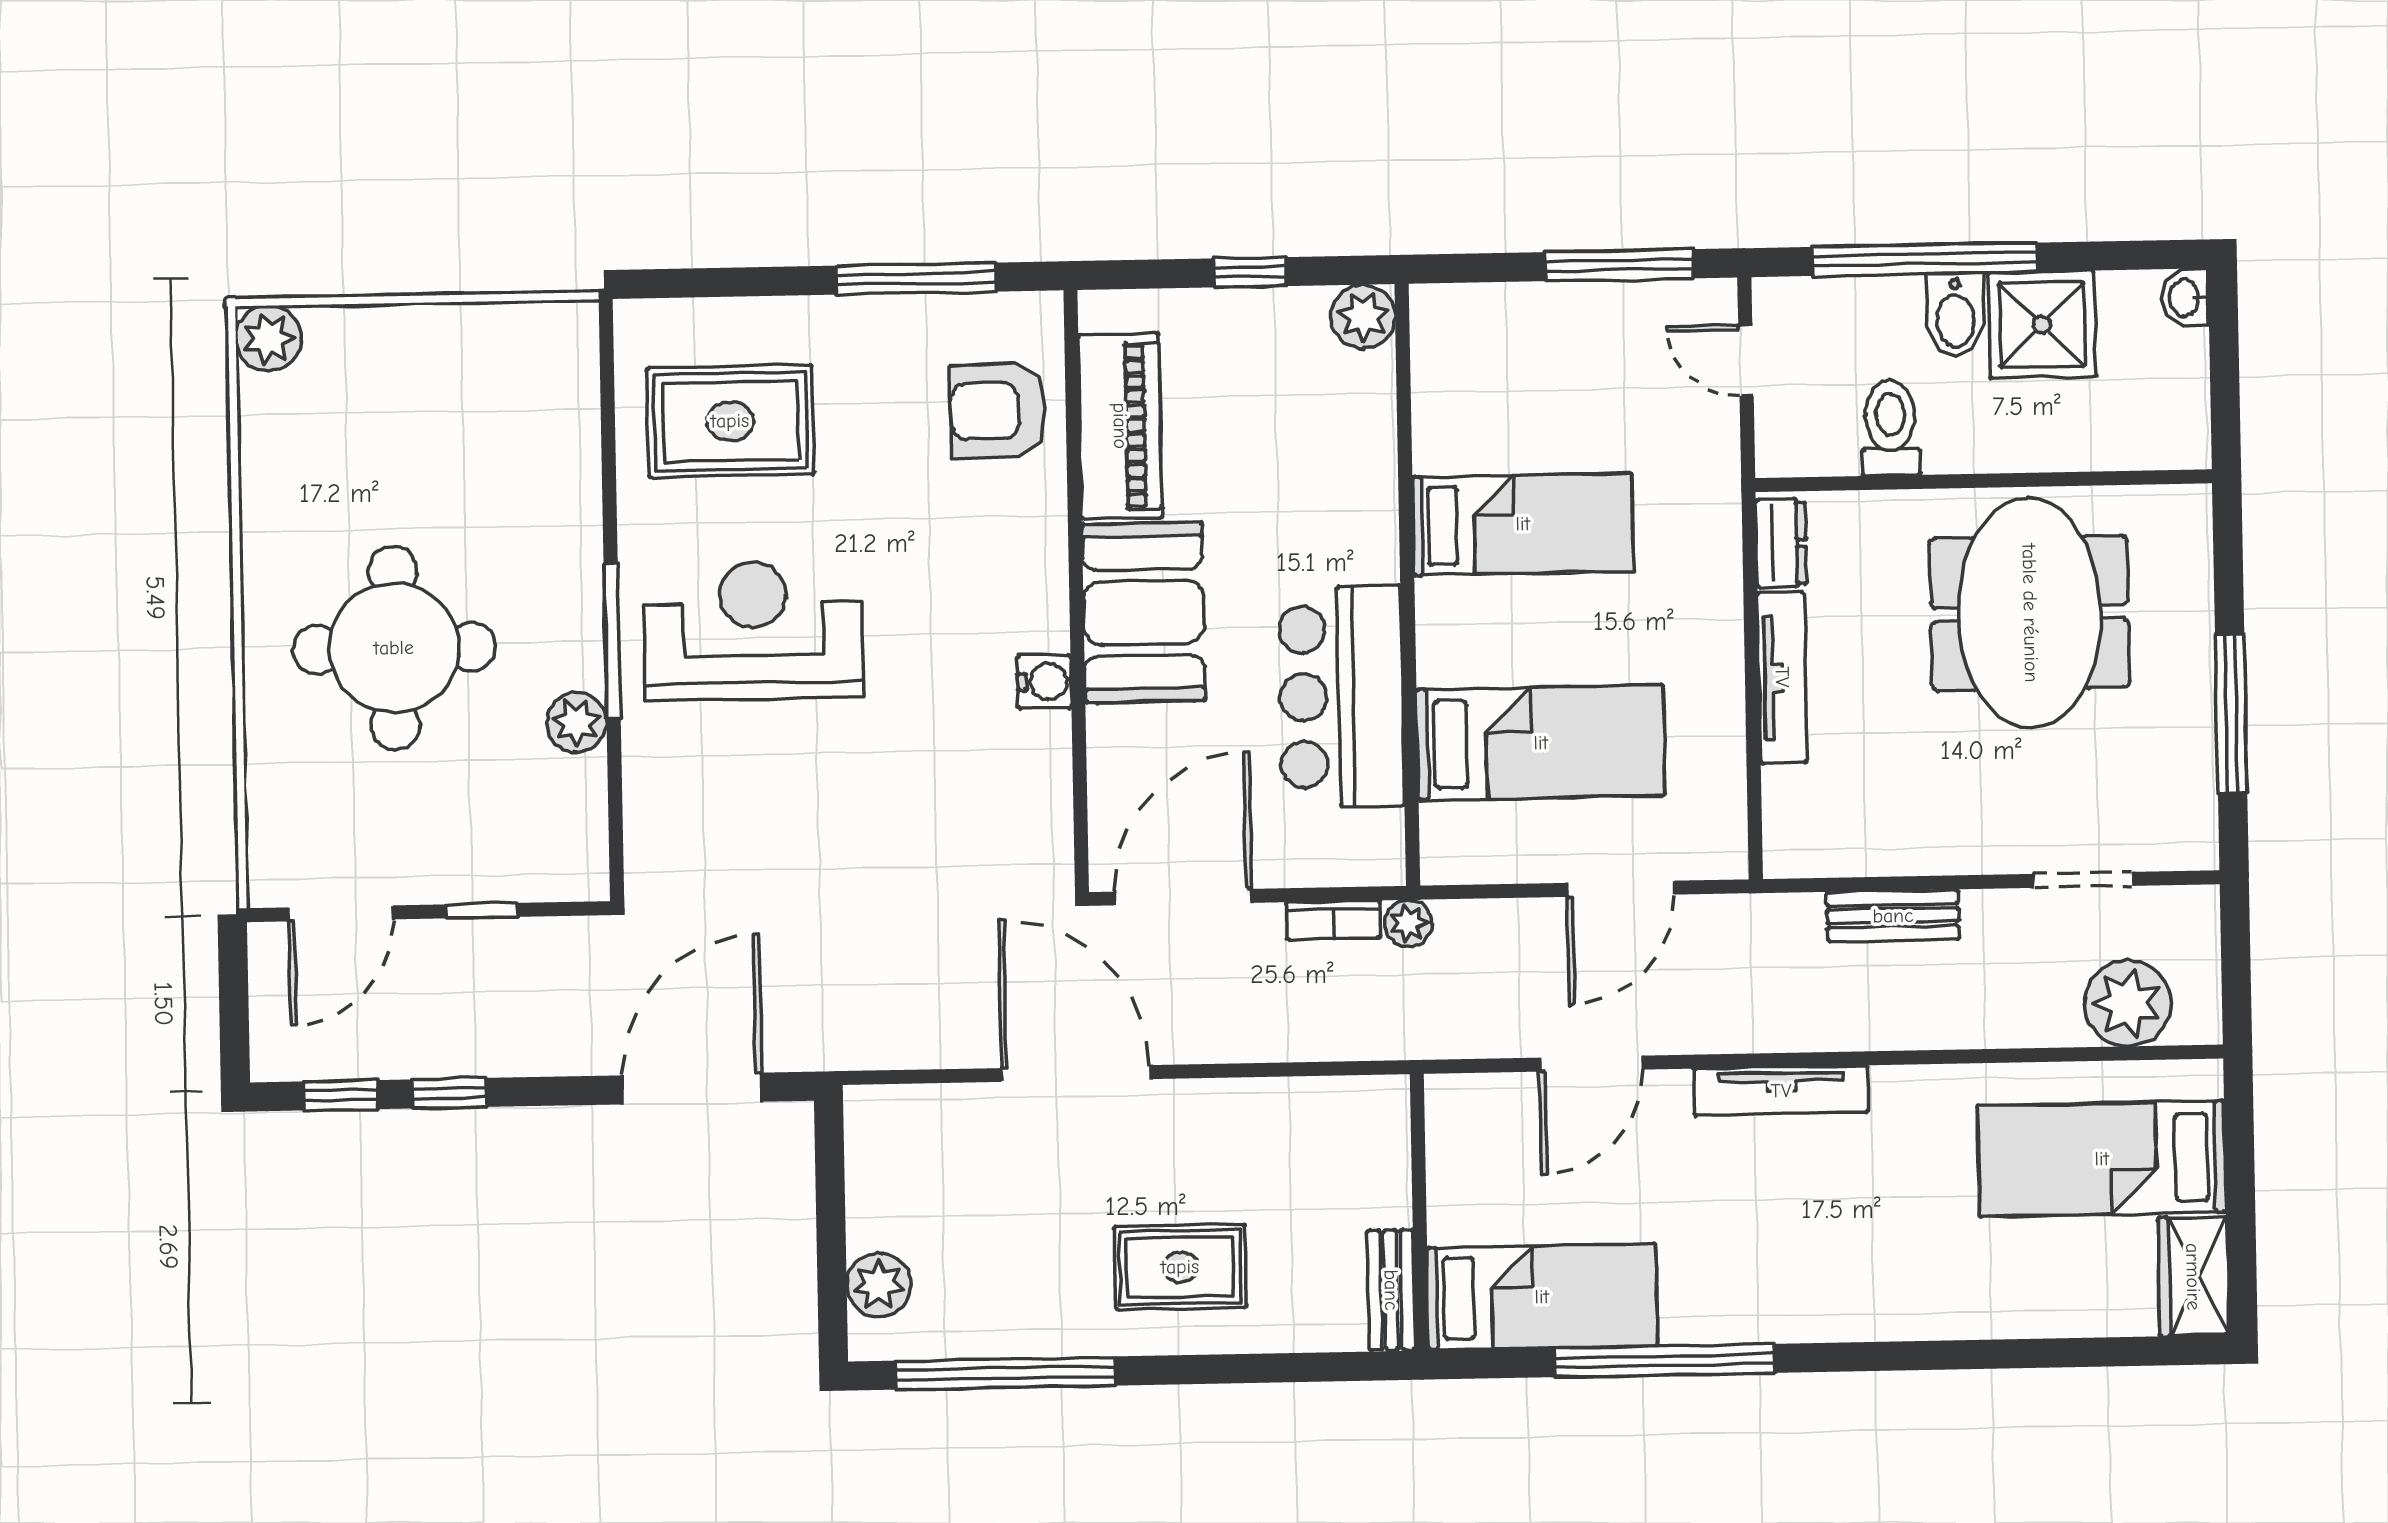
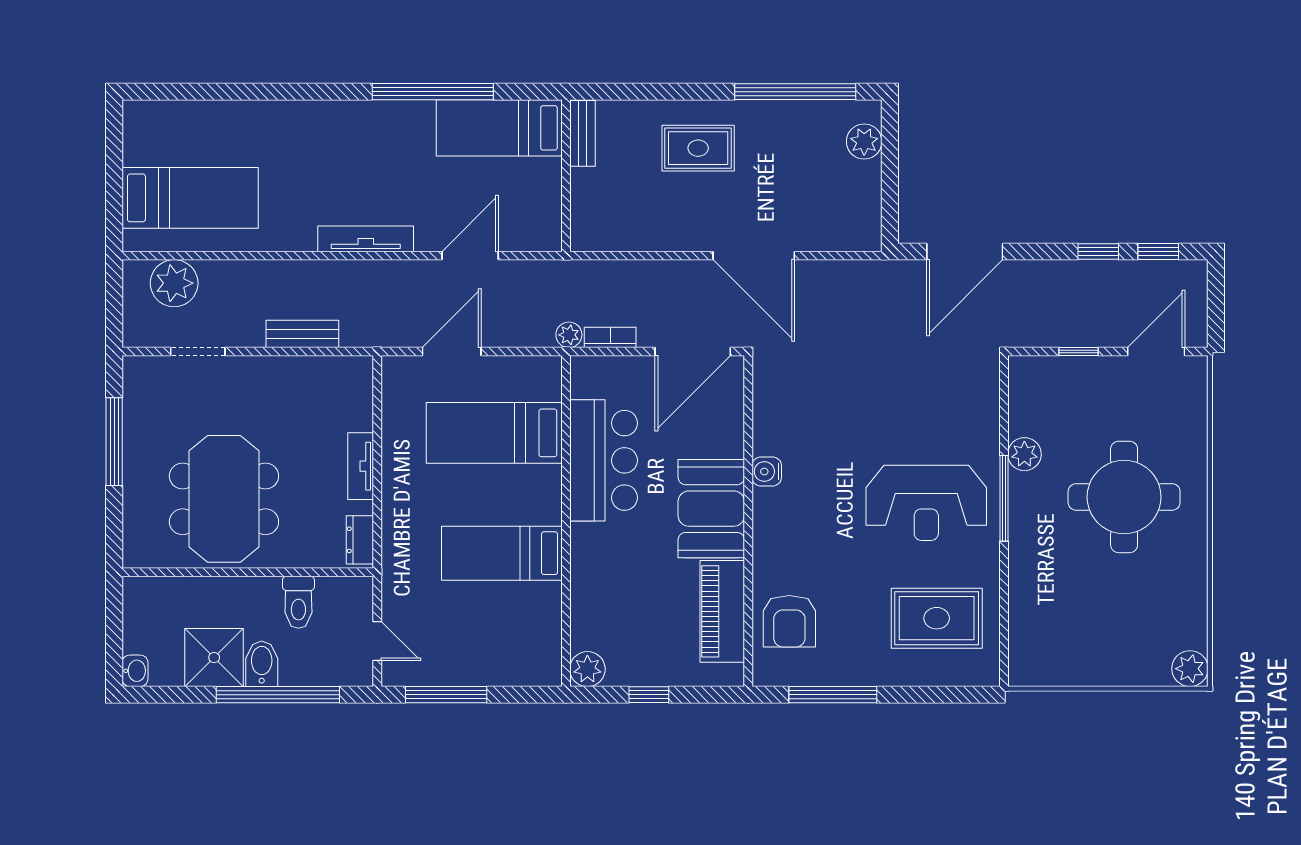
armchair: (998, 411) -> (789, 621), turned 91
tv unit: (1782, 677) -> (361, 466), width x0.71
wardrobe: (2193, 1277) -> (141, 132), removed

